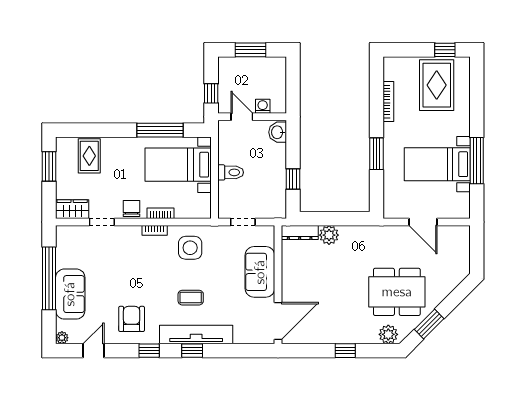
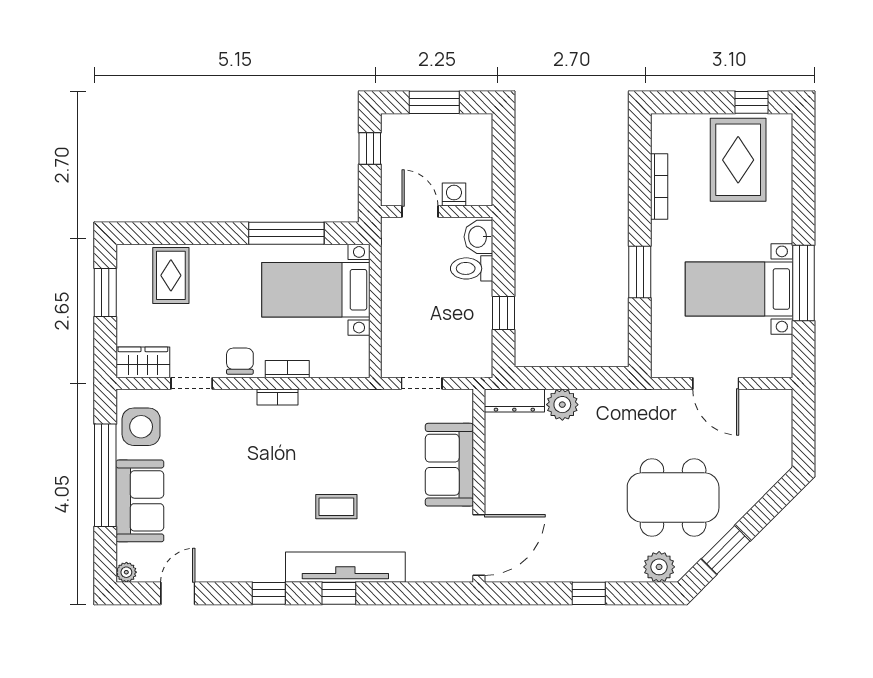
window: (211, 93) -> (370, 148), moved
toilet: (231, 172) -> (472, 268), moved, turned 180
side table: (190, 248) -> (141, 427), moved
armchair: (132, 319) -> (240, 542), removed

